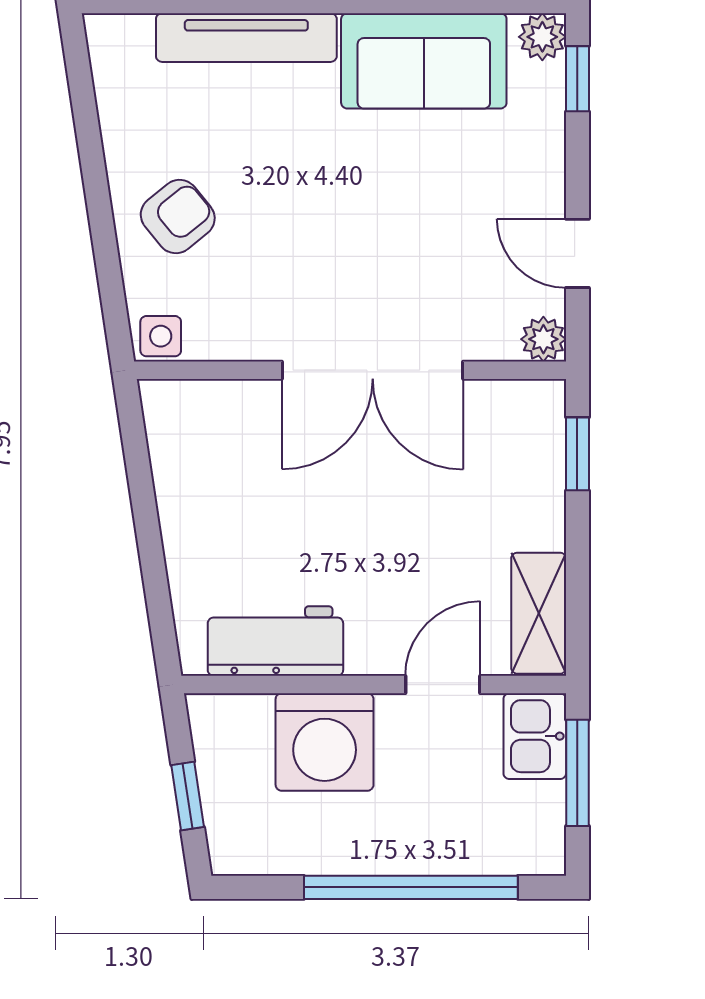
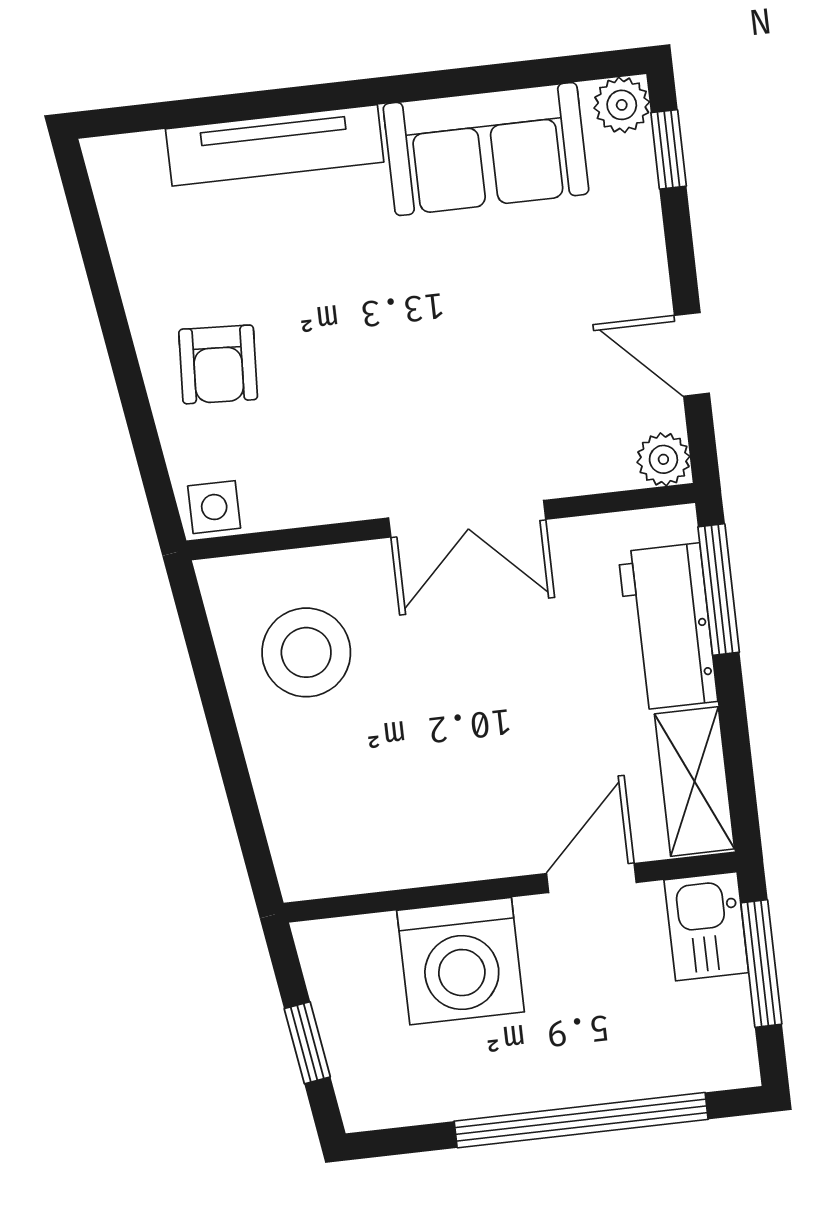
armchair: (178, 217) -> (218, 364), turned 132
double door: (373, 370) -> (467, 519), width x0.73
window: (577, 454) -> (719, 590), width x1.50
stool: (224, 467) -> (306, 652), added
workbench: (275, 641) -> (668, 627), moved, turned -90

